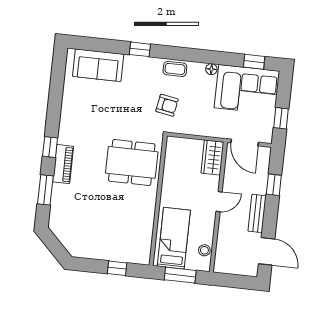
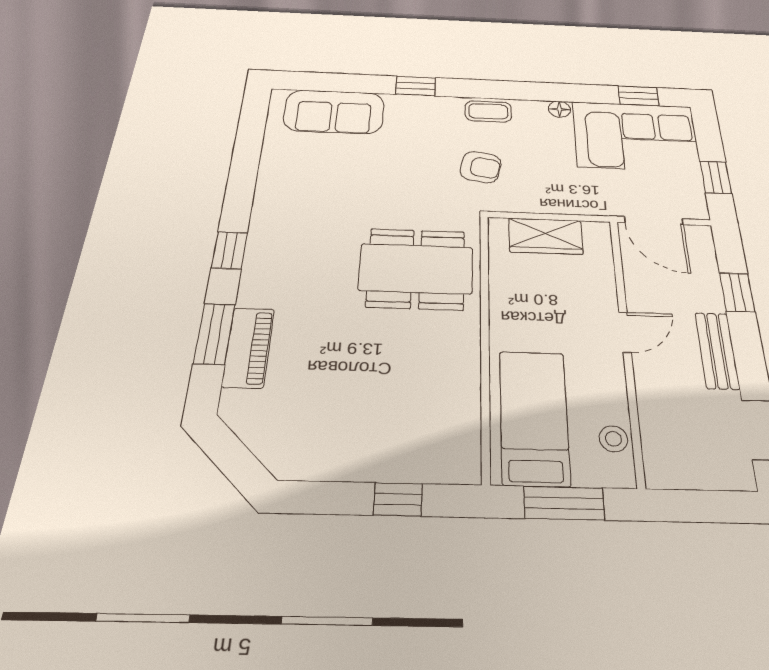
wardrobe: (212, 158) -> (546, 236), moved, turned -90
piano: (63, 164) -> (248, 347), moved

